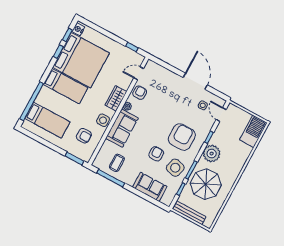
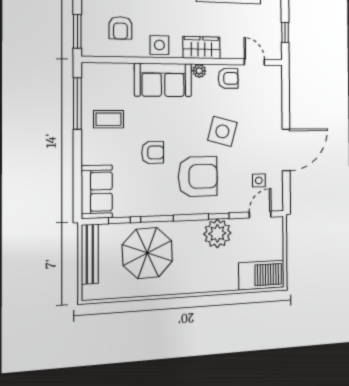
plant: (212, 154) -> (217, 233), moved
coffee table: (117, 163) -> (109, 119), moved
side table: (175, 168) -> (222, 131), moved
sofa: (150, 187) -> (97, 192), moved

